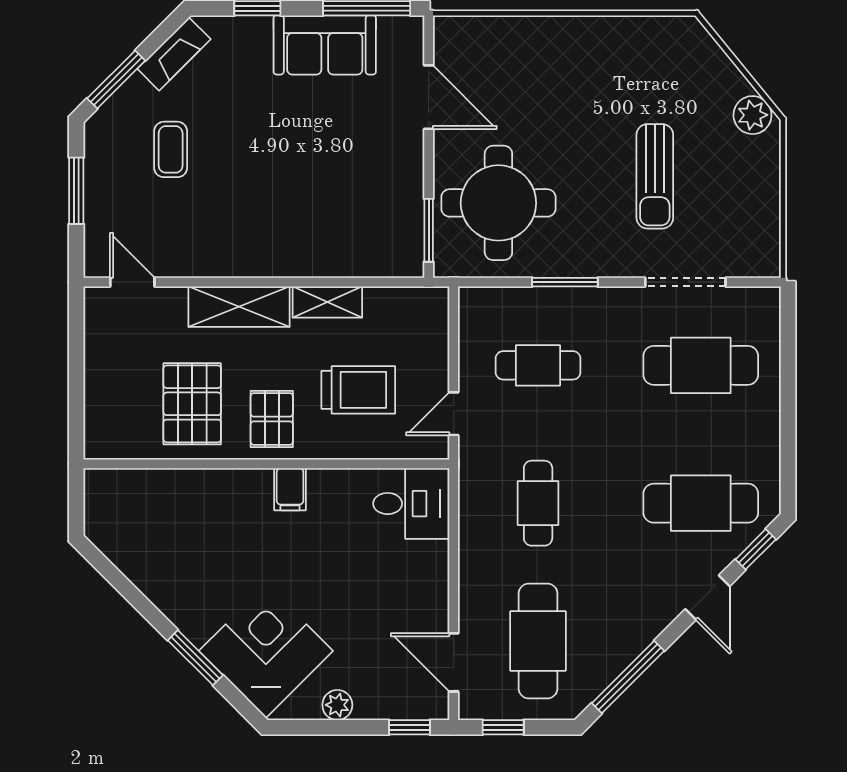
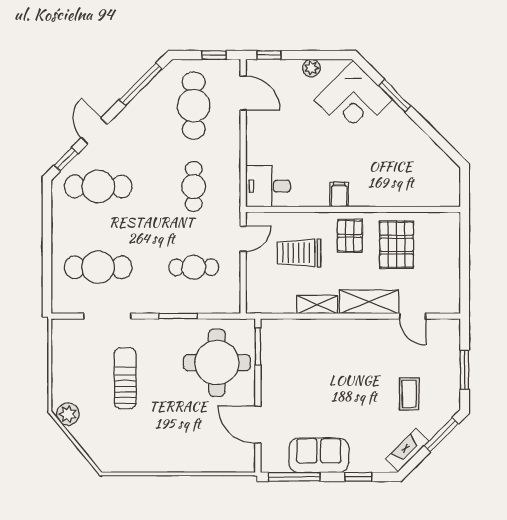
door: (132, 282) -> (413, 316), moved

